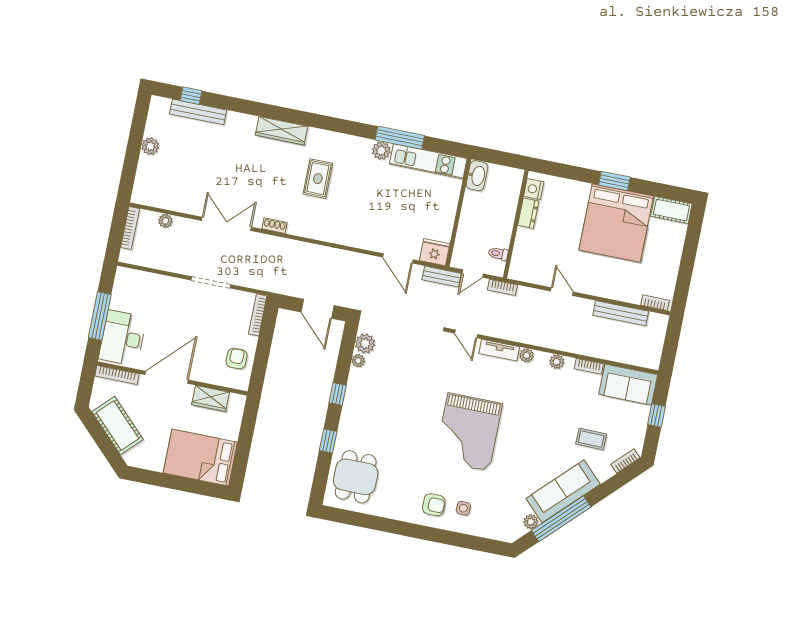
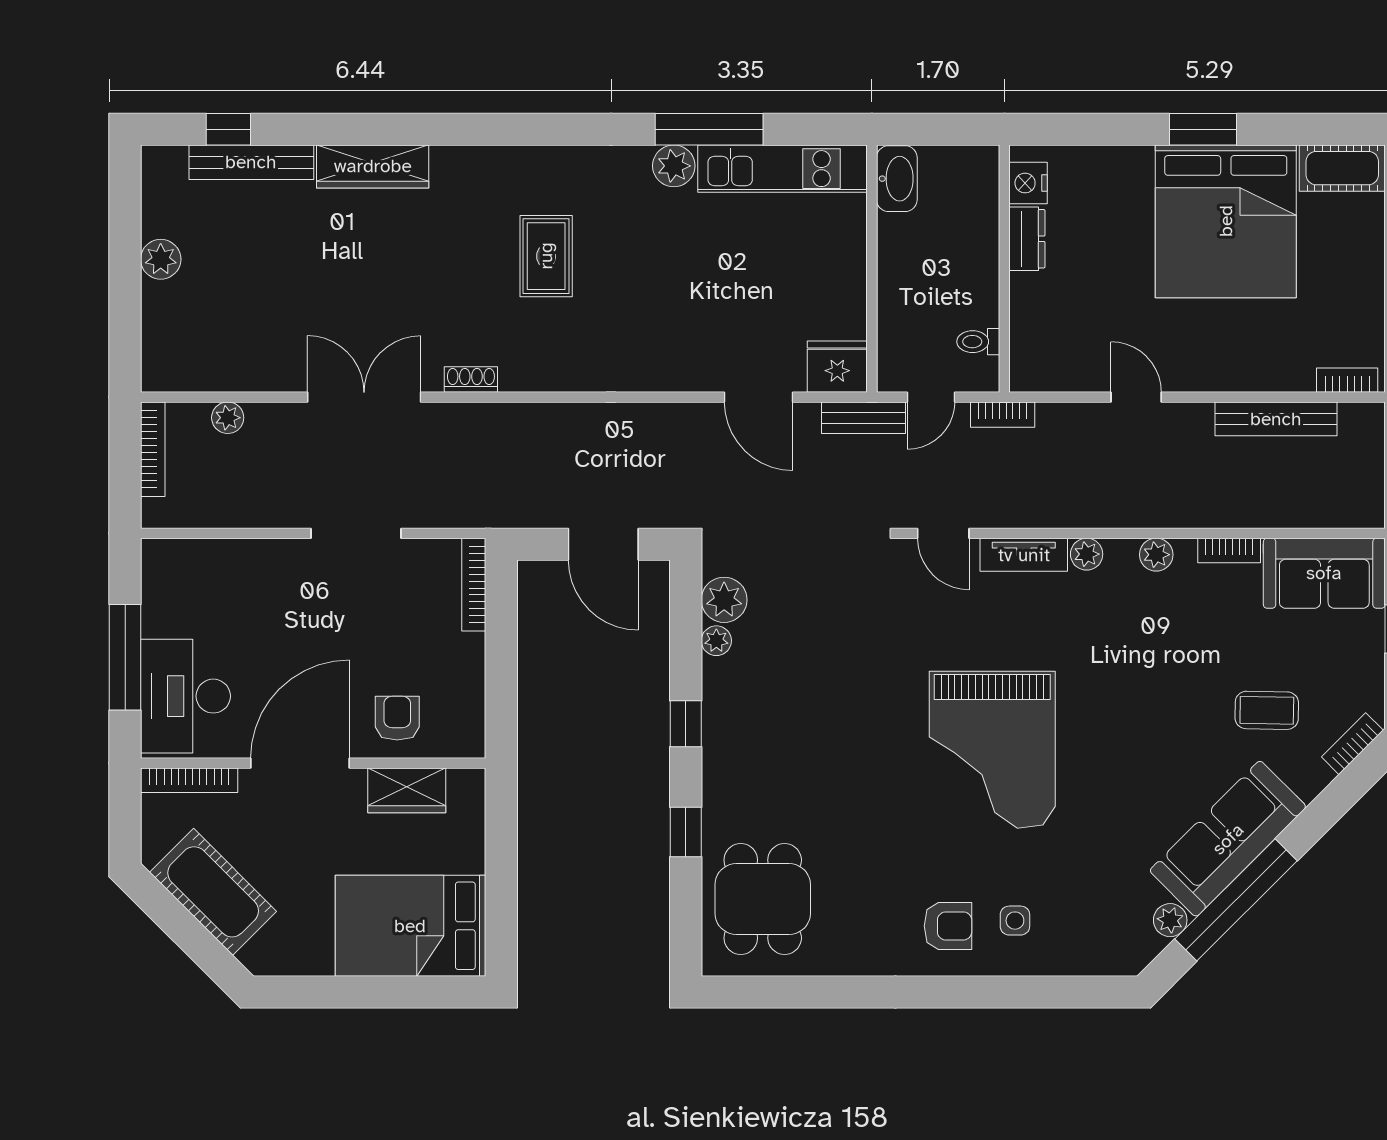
wardrobe: (282, 131) -> (373, 166), moved
armchair: (237, 358) -> (397, 718), moved

